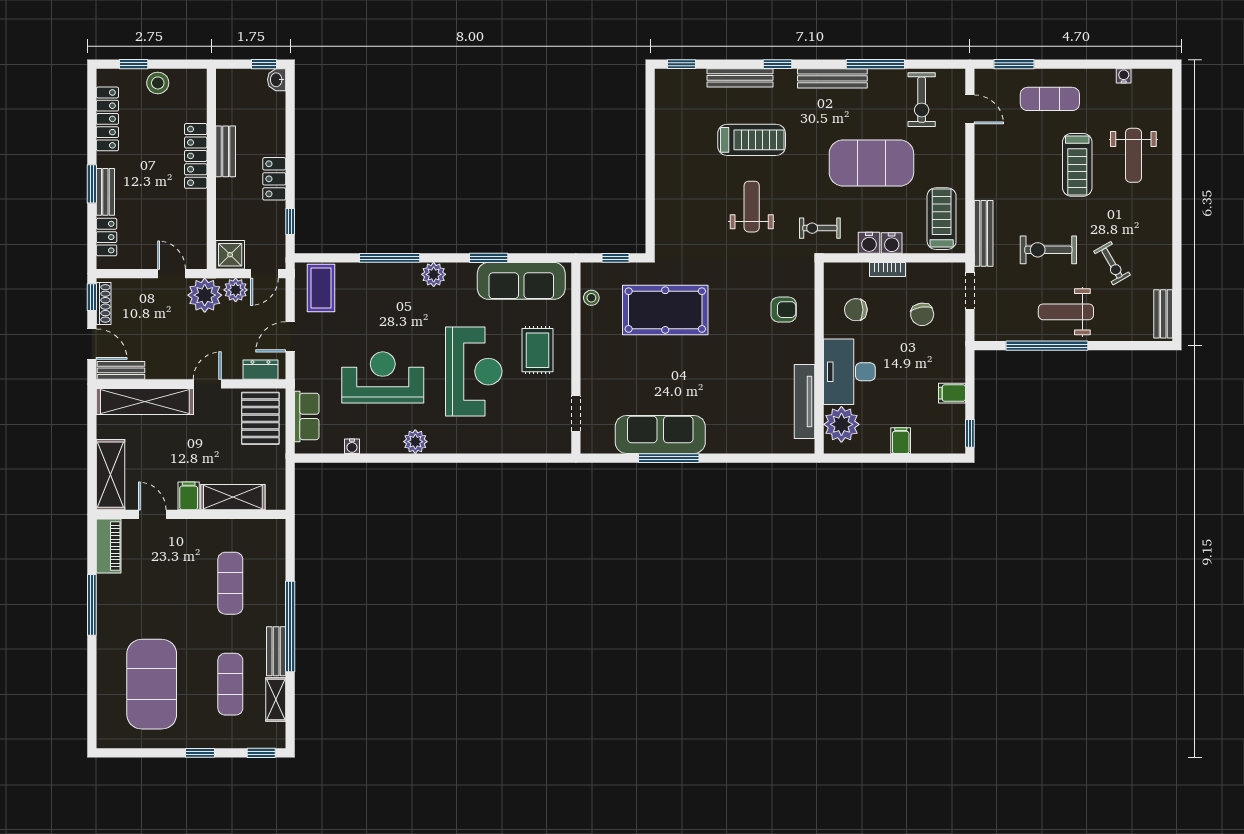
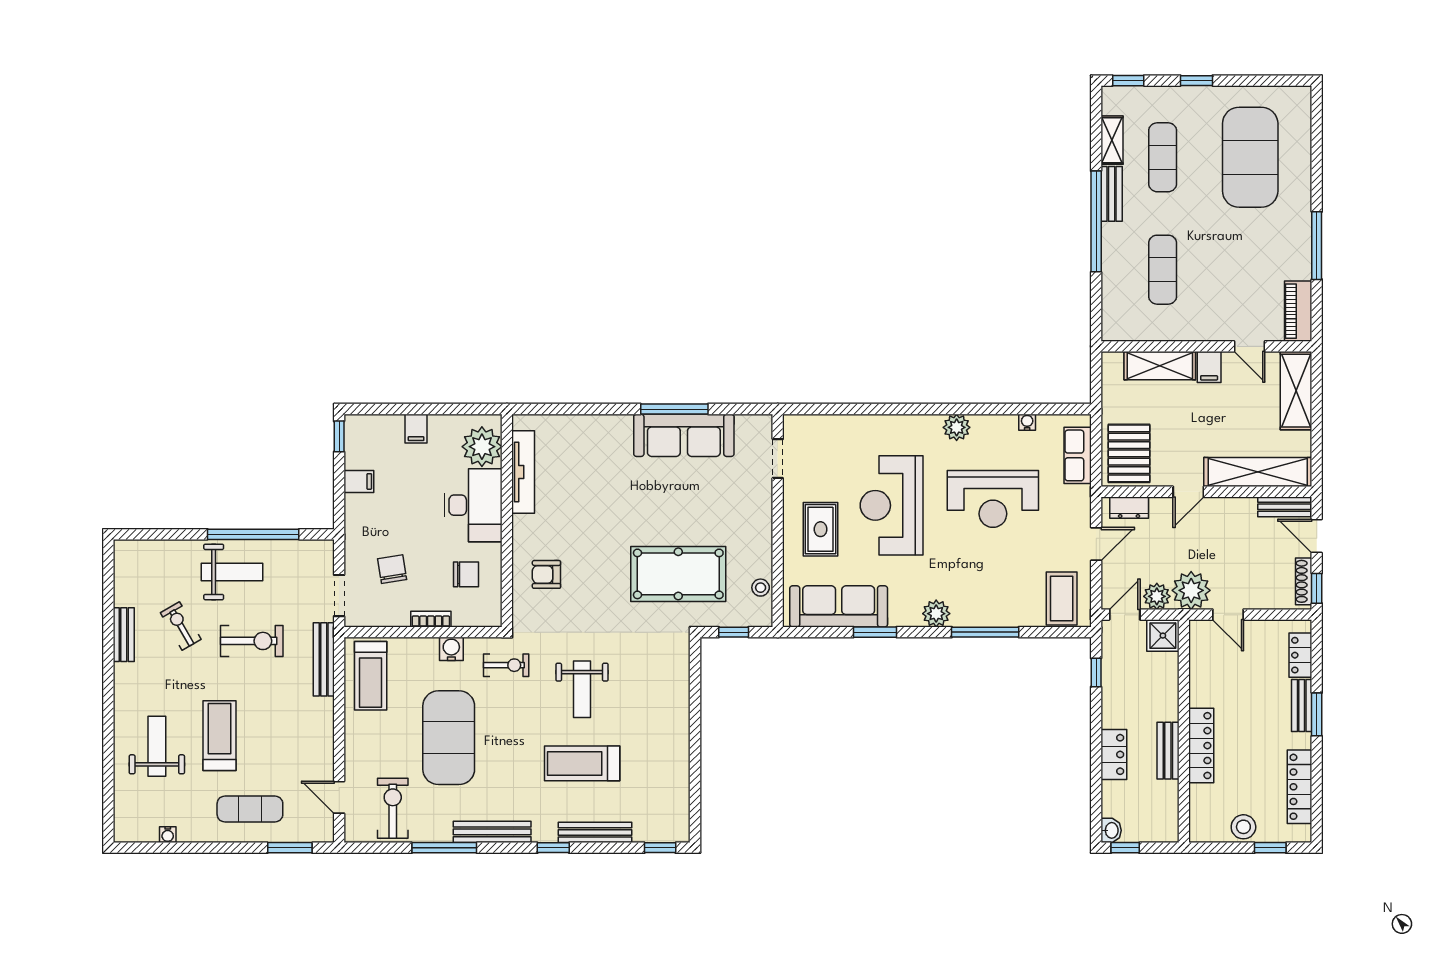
exercise mat: (871, 163) -> (449, 738), turned 90
locker: (274, 179) -> (1114, 754), moved
water cooler: (892, 243) -> (426, 649), removed
bench: (1163, 314) -> (124, 635), moved

